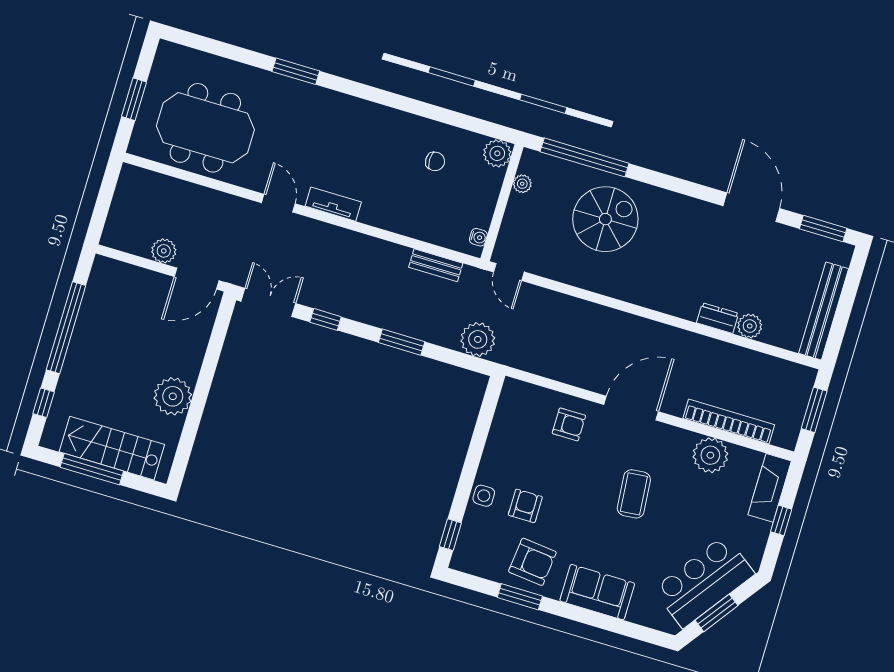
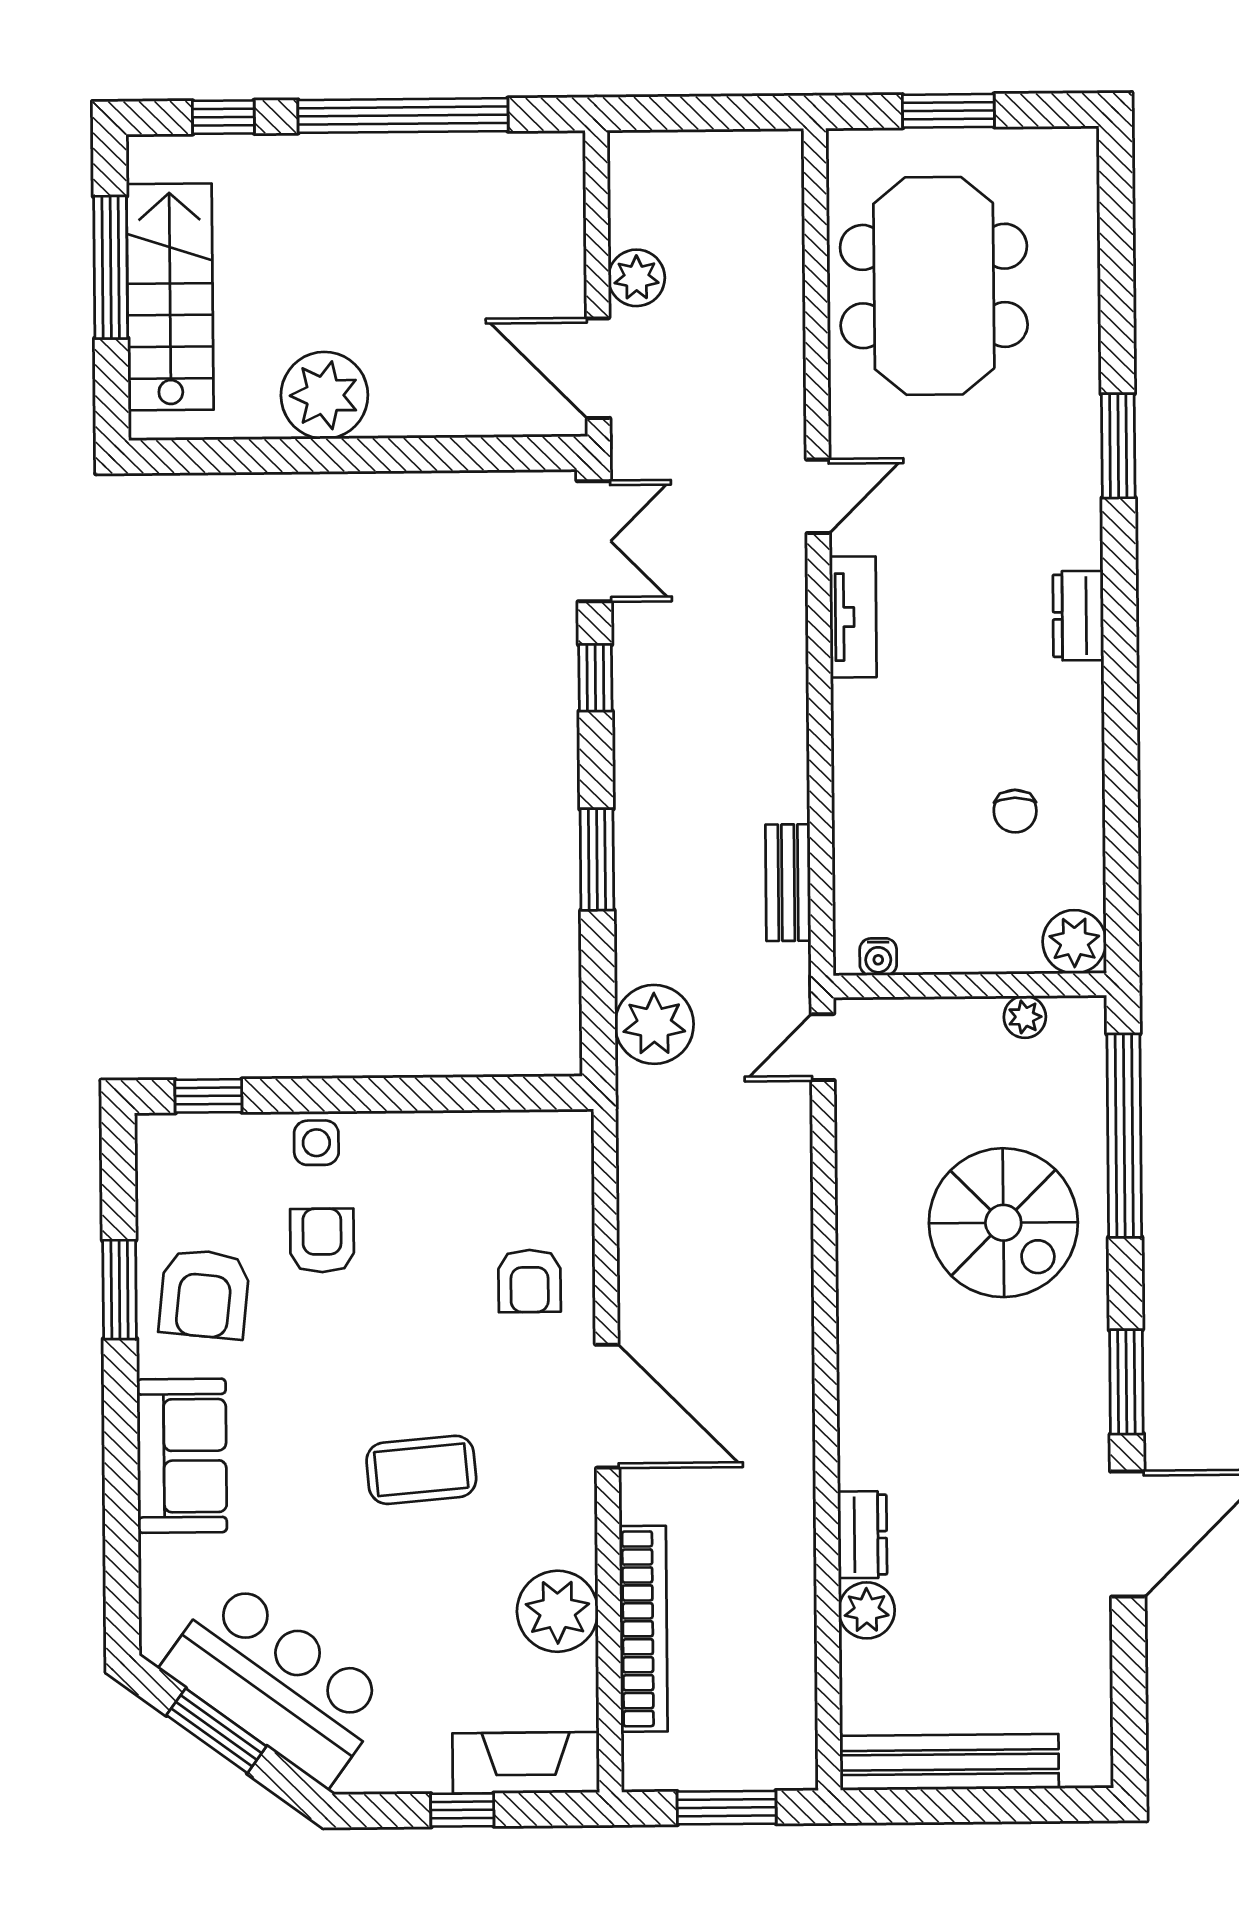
dresser: (362, 110) -> (1078, 616), added
window: (823, 229) -> (1126, 1382), moved
armchair: (525, 506) -> (322, 1240), turned -90

